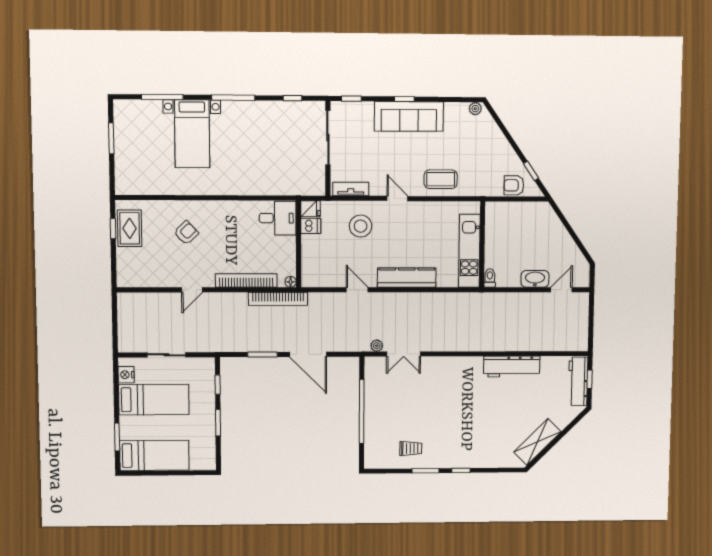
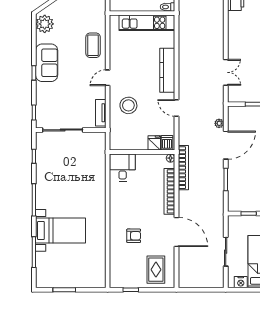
plant: (475, 109) -> (45, 24), width x1.87, depth x1.87
sofa: (409, 116) -> (47, 63), width x0.73
fridge: (311, 209) -> (154, 143), moved
dishwasher: (311, 226) -> (167, 143), moved
rug: (130, 228) -> (156, 270), moved, turned 90
armchair: (186, 233) -> (134, 236), turned 134
door: (192, 290) -> (176, 232), width x1.88
door: (357, 290) -> (176, 108), hinge flipped
plant: (377, 346) -> (219, 123), moved

